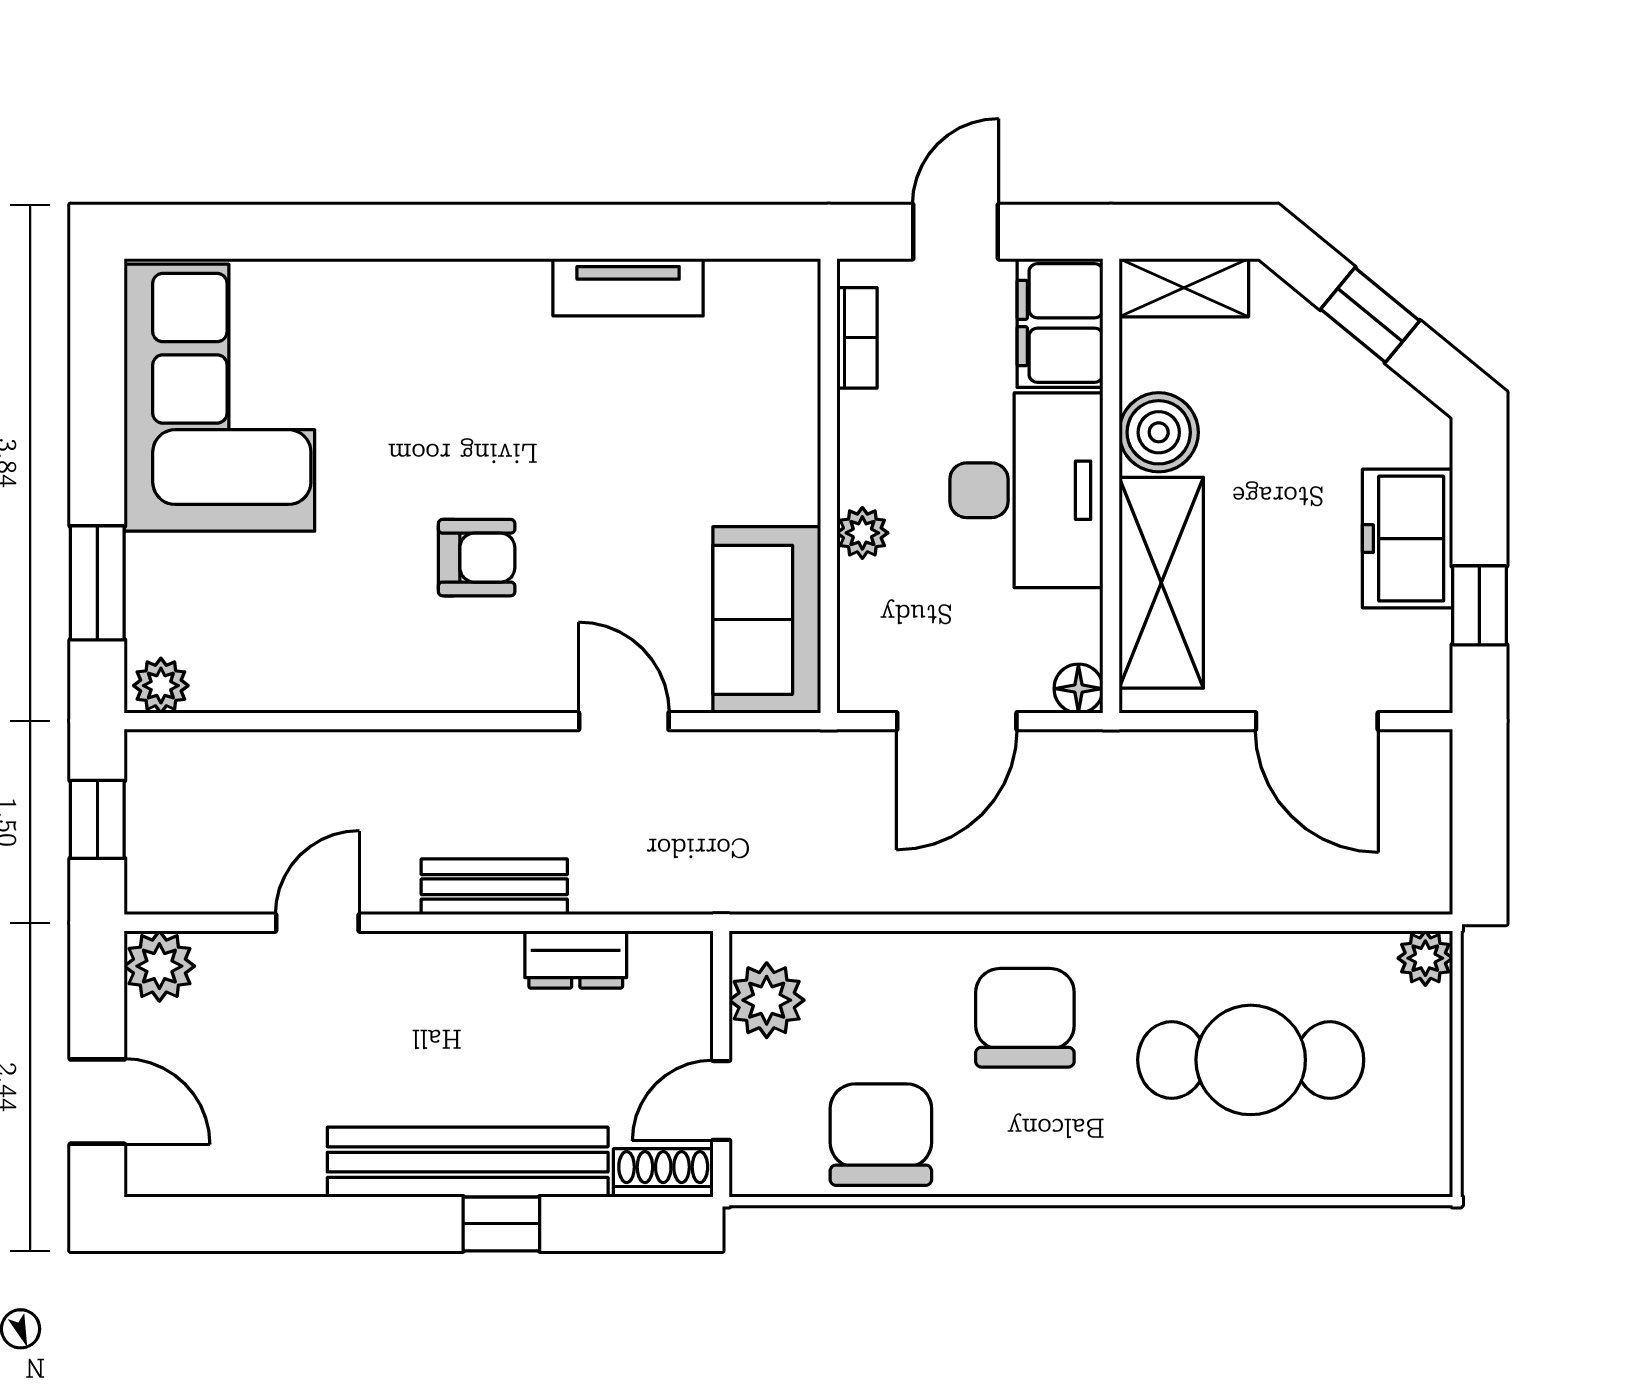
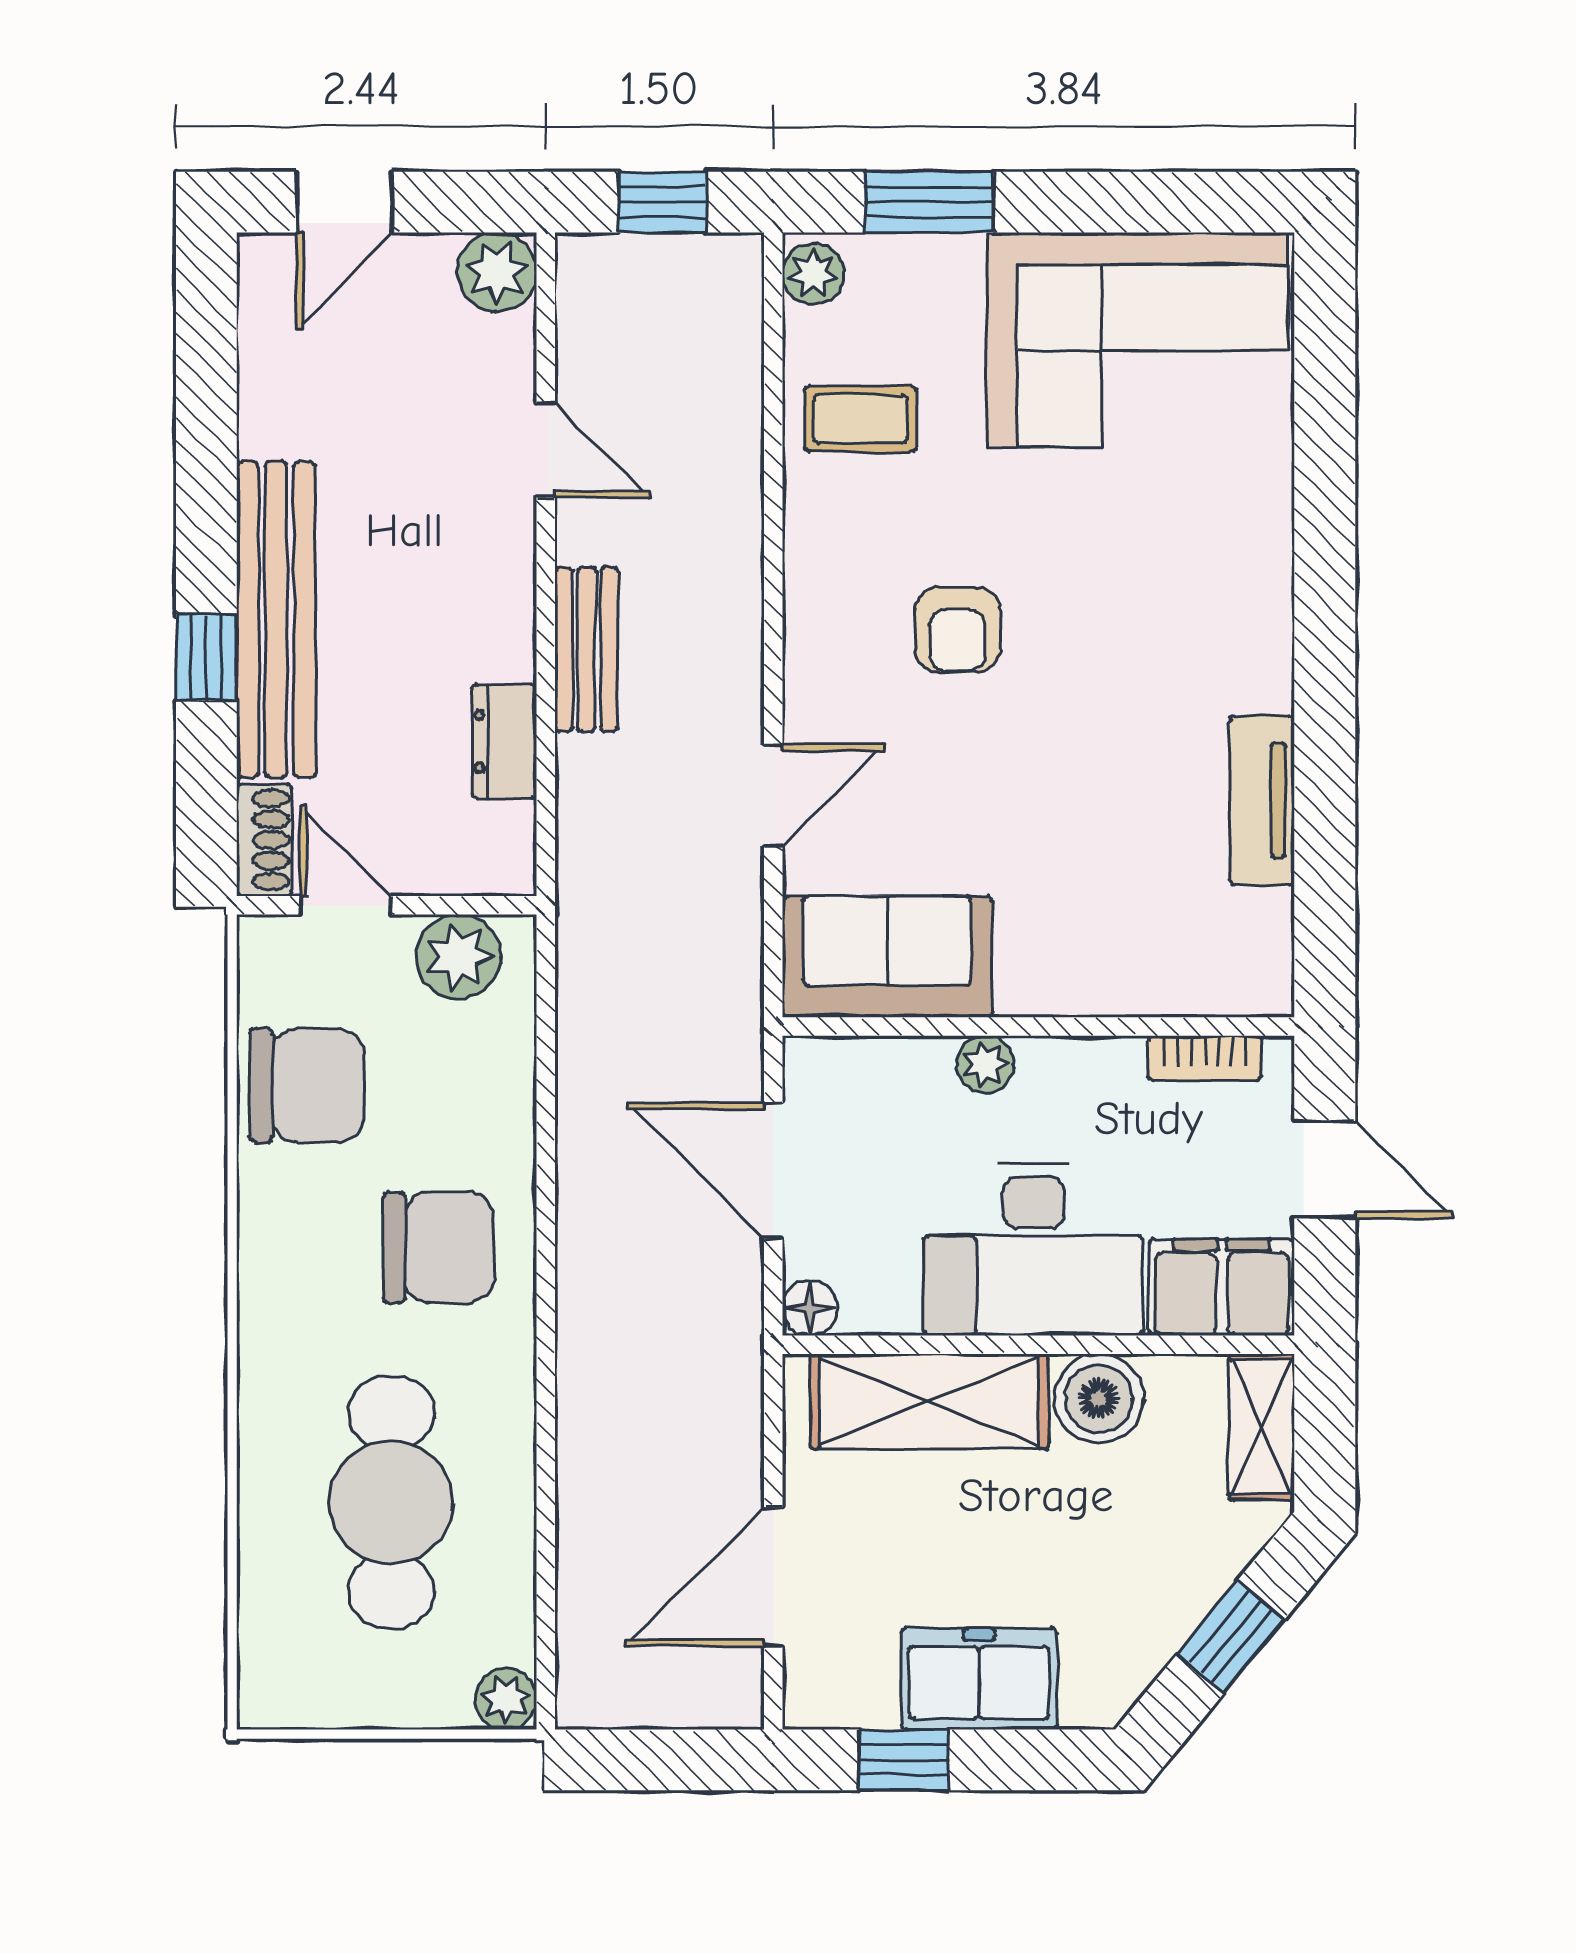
coffee table: (290, 644) -> (861, 419), added

